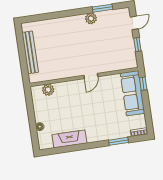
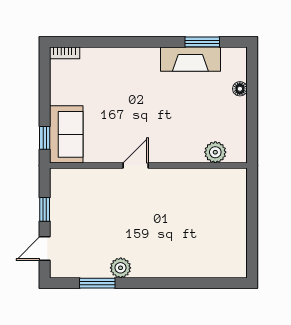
bench: (30, 52) -> (238, 223), removed
sofa: (132, 93) -> (66, 134), width x0.73
window: (118, 141) -> (202, 42), moved

